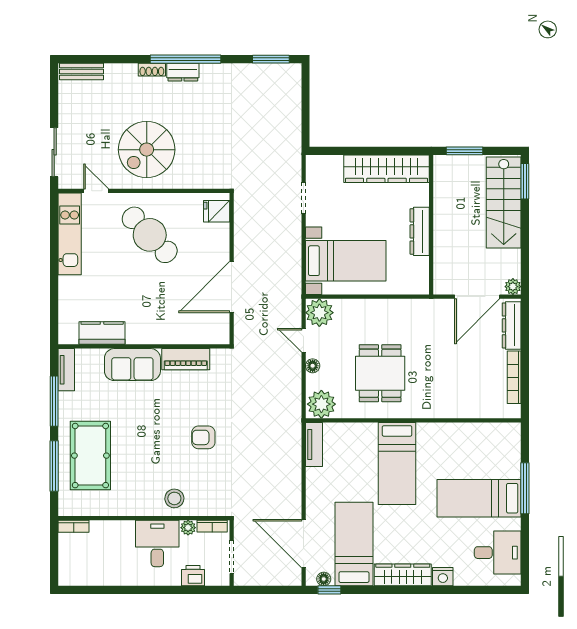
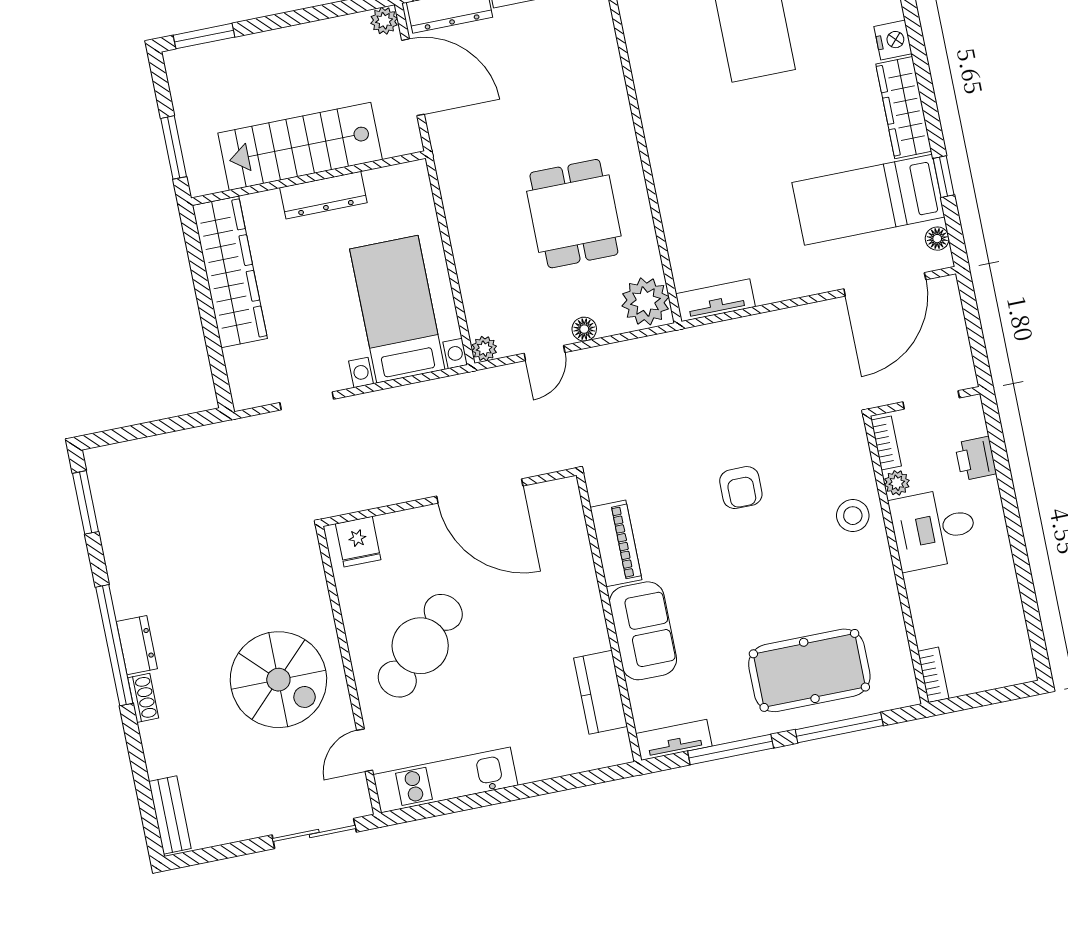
stairs: (504, 203) -> (300, 146), moved, turned 180
plant: (319, 313) -> (484, 349), width x0.53, depth x0.53
dining table: (380, 373) -> (574, 214), turned 90
bed: (397, 464) -> (719, 155), removed
window: (329, 590) -> (944, 177), moved

